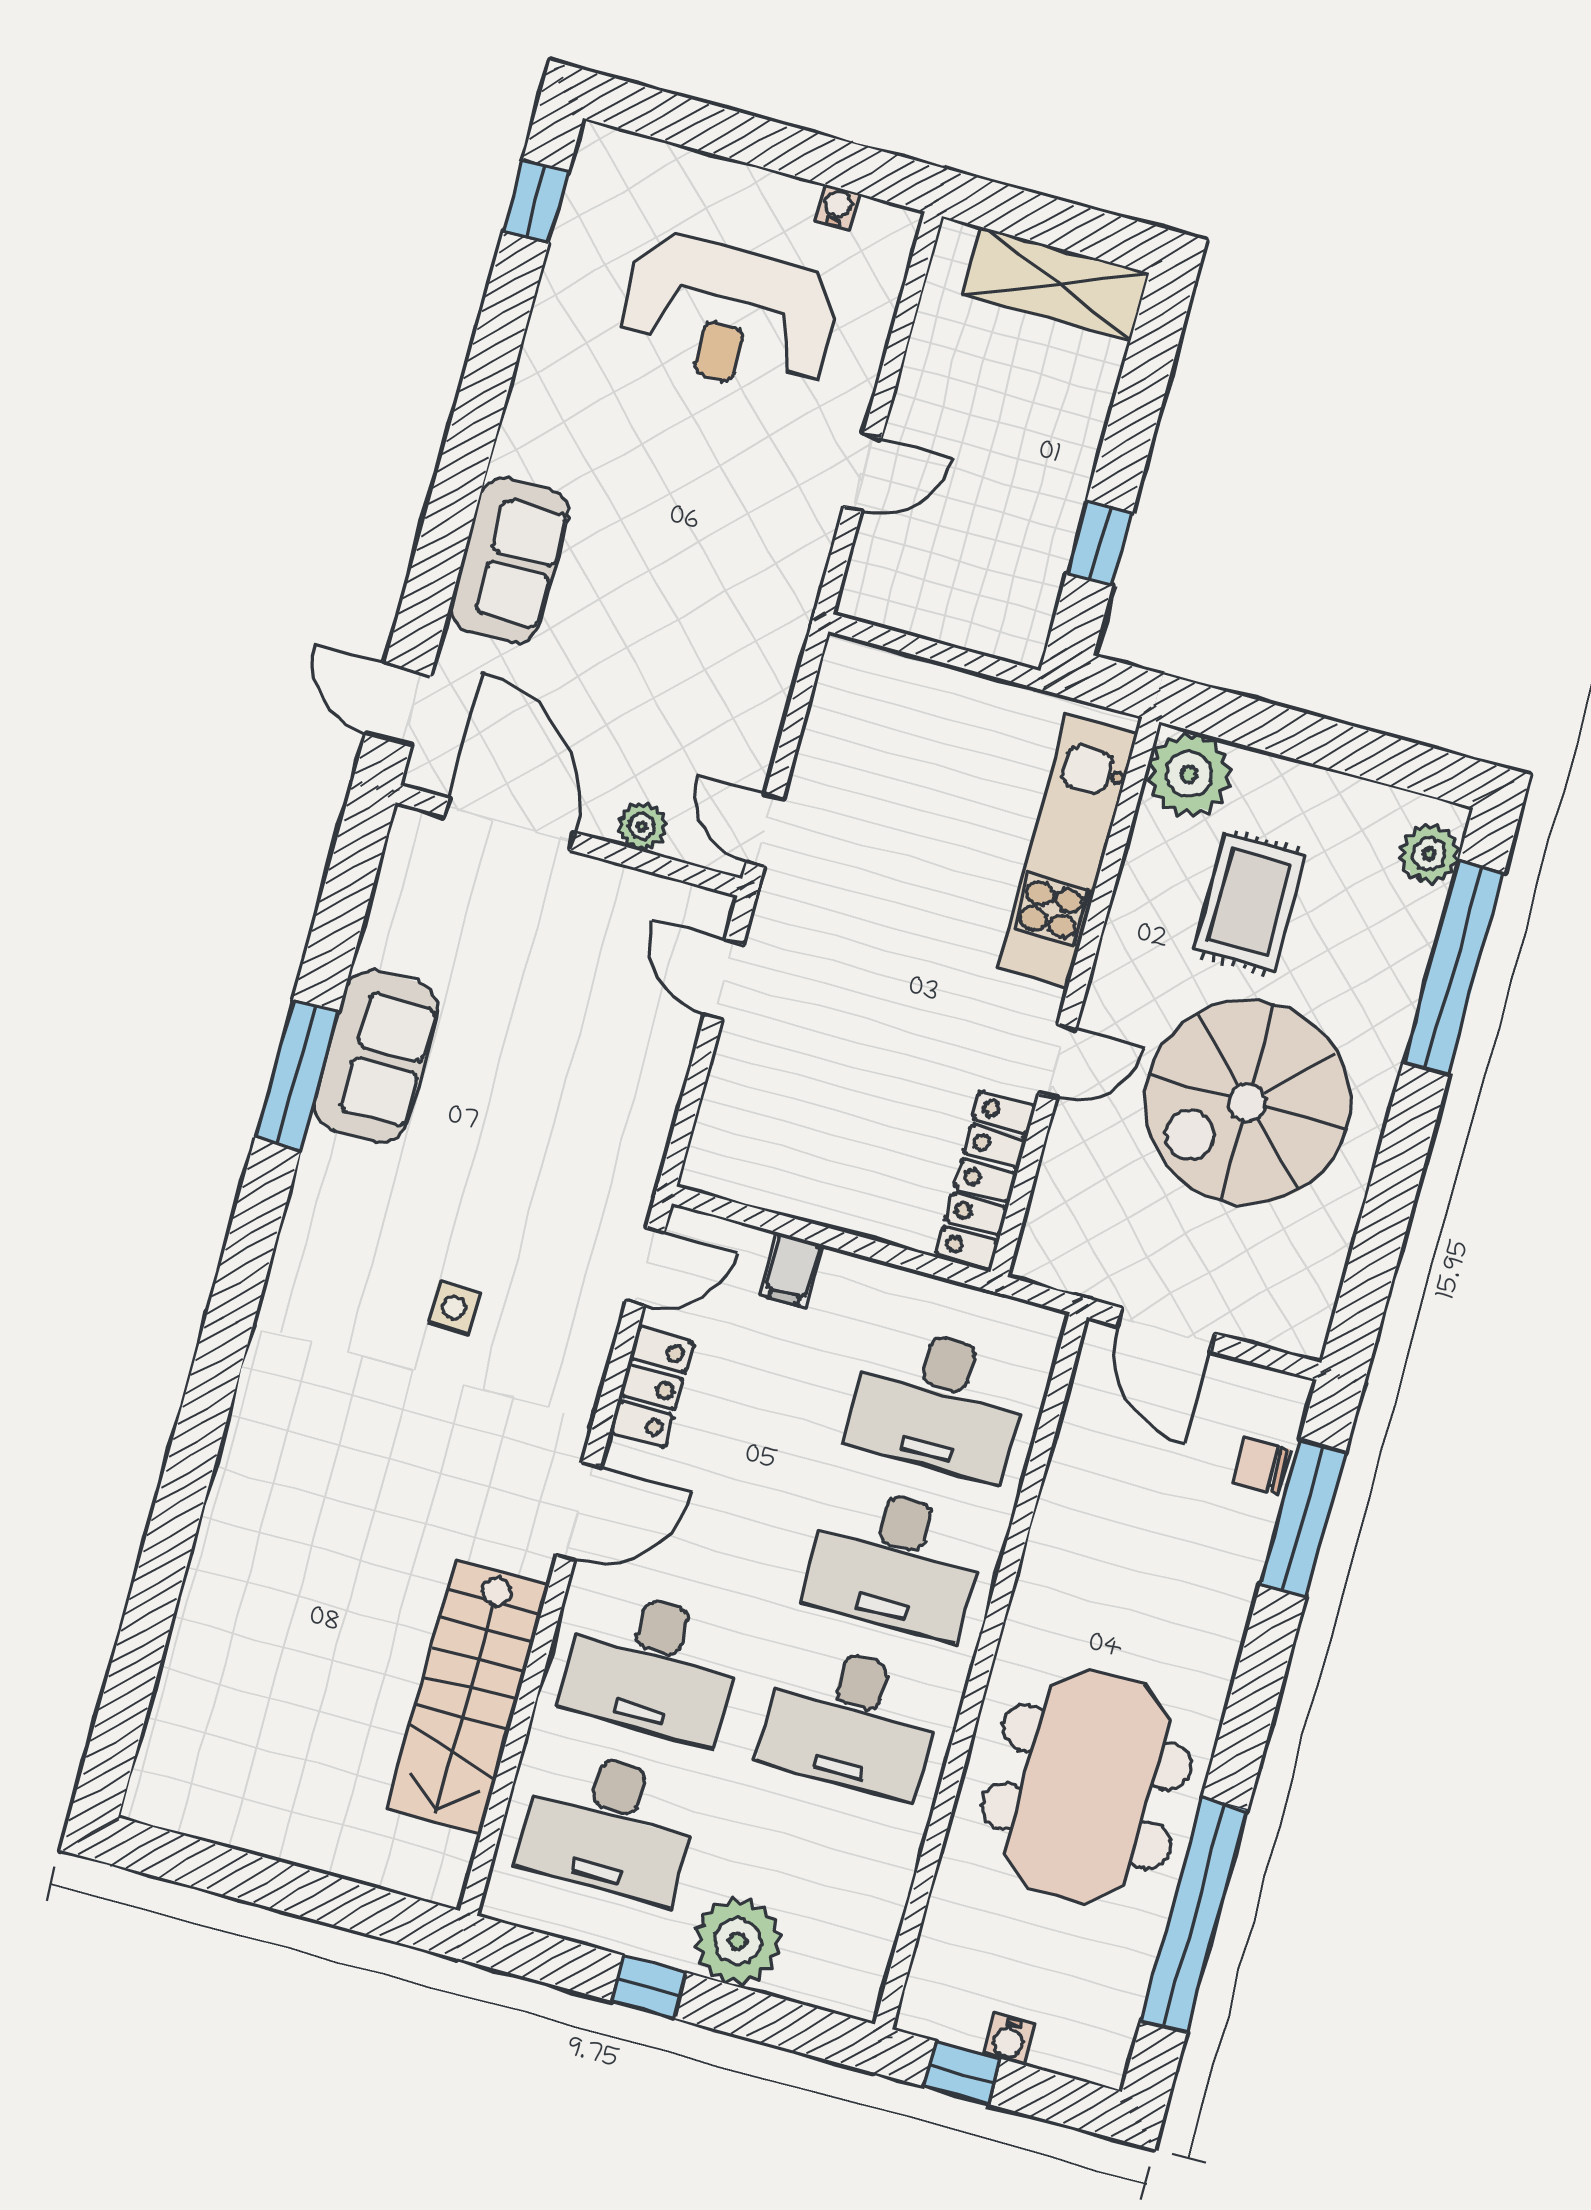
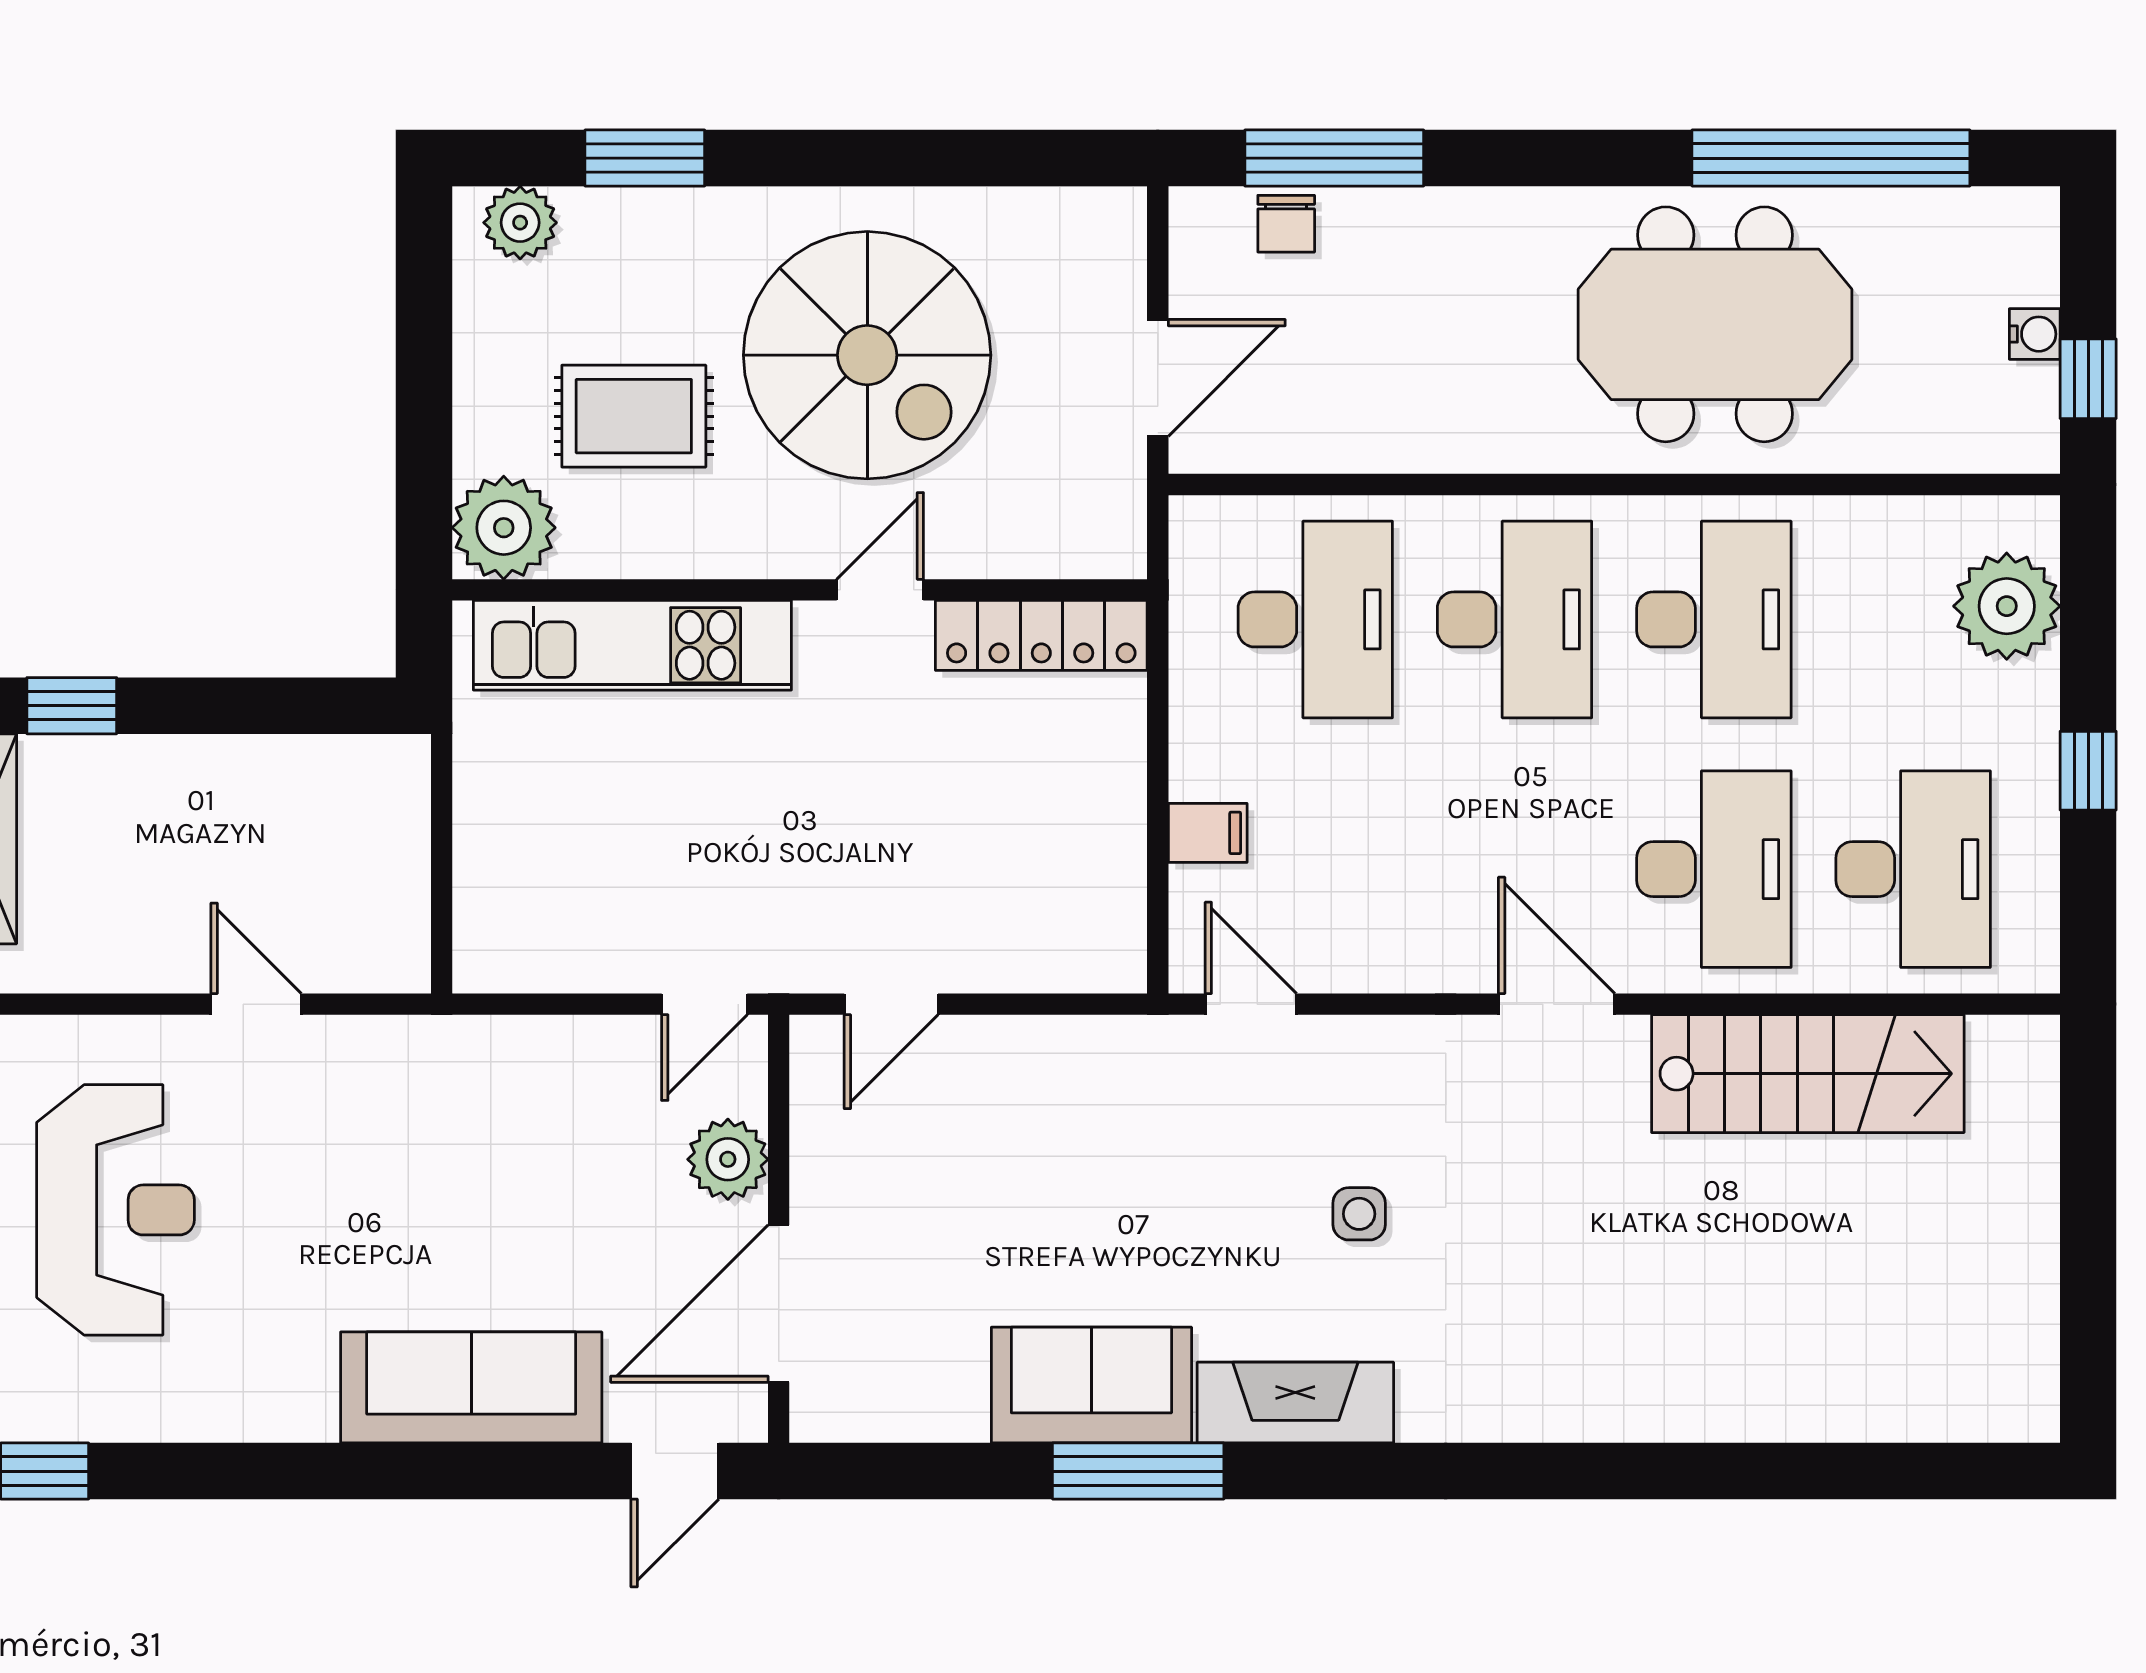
window: (1100, 543) -> (72, 706), moved
sofa: (509, 560) -> (471, 1387), width x1.36
plant: (642, 826) -> (728, 1159), width x1.38, depth x1.38
window: (1454, 968) -> (645, 158), width x0.47
door: (1057, 1061) -> (880, 590), hinge flipped
fireplace: (317, 1215) -> (1295, 1403), added
locker: (652, 1387) -> (1389, 958), removed
plant: (737, 1941) -> (2007, 606), moved

